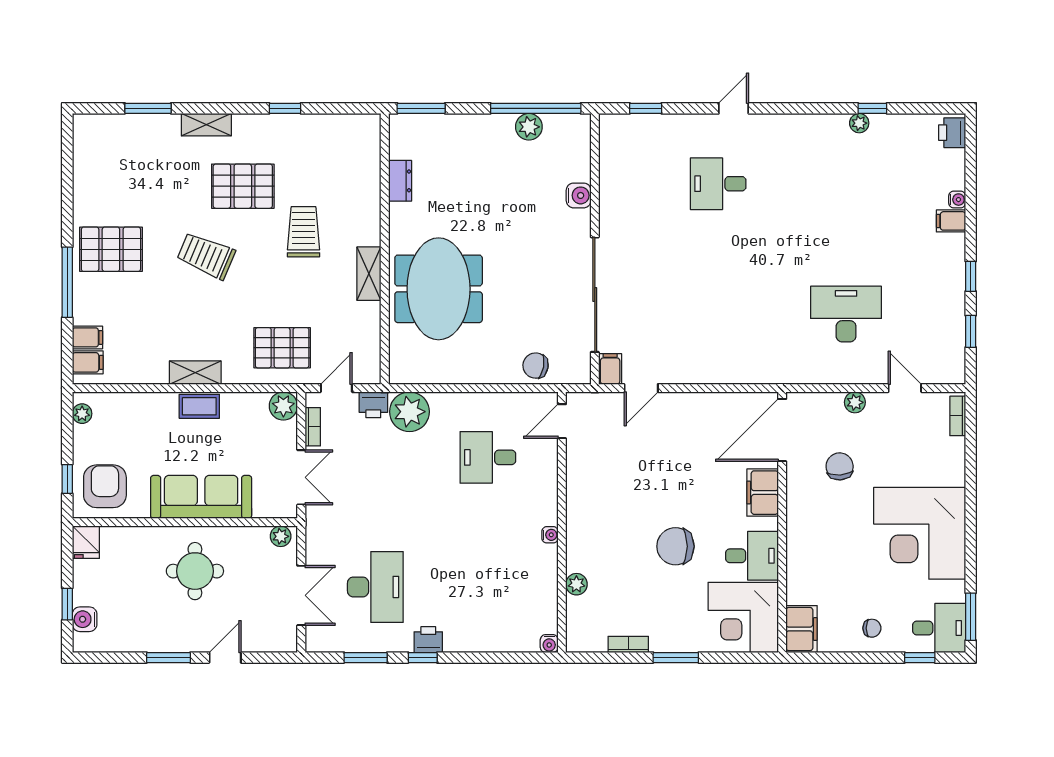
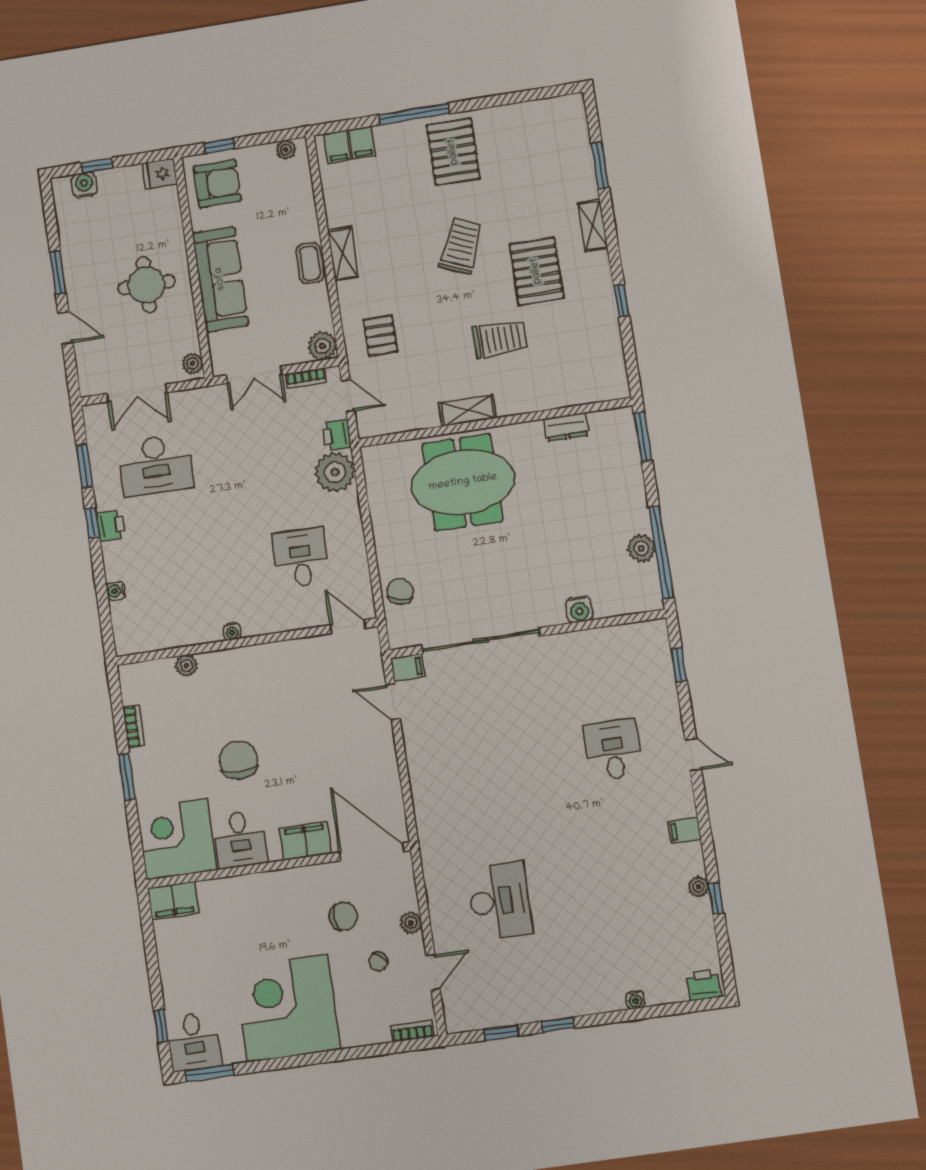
filing cabinet: (951, 221) -> (684, 830), moved, turned -90
pallet: (282, 348) -> (380, 336), width x0.67, depth x0.71
chair: (872, 628) -> (378, 961), moved, turned 40
water cooler: (549, 644) -> (116, 591), moved

